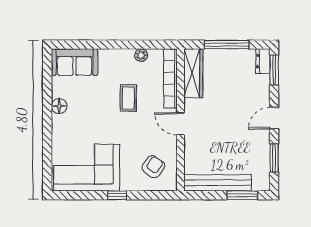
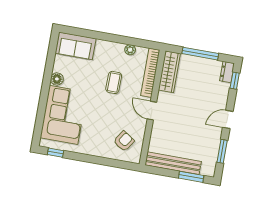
window: (274, 70) -> (235, 81), width x0.67
corner sofa: (87, 168) -> (64, 115), moved, turned 90
window: (117, 195) -> (55, 153), moved

